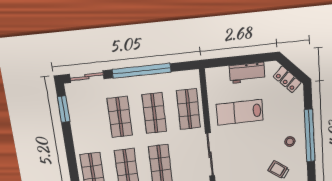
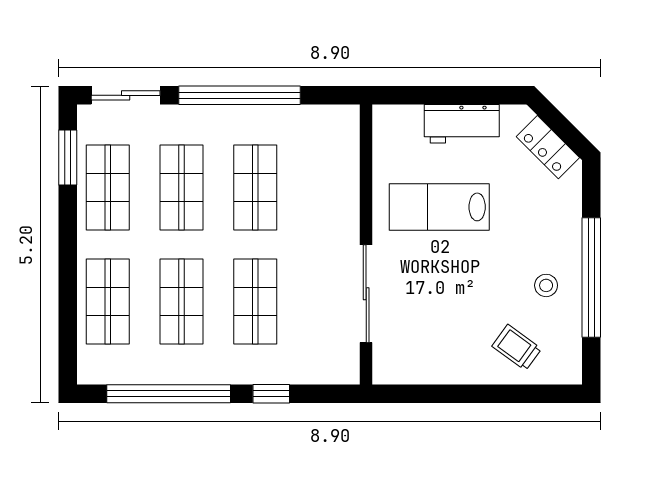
shop shelf: (188, 109) -> (108, 188), moved

